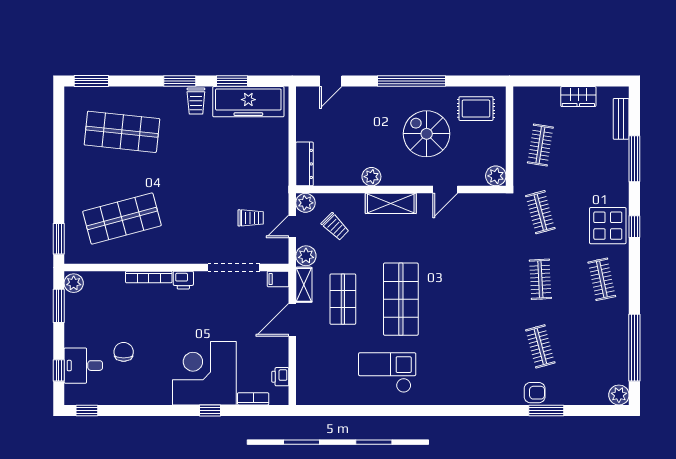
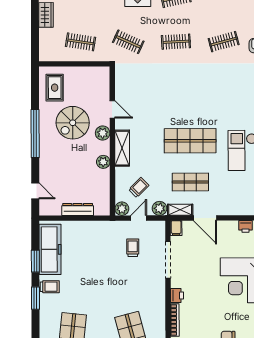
dresser: (305, 164) -> (78, 209), moved
plant: (496, 176) -> (103, 133), moved
clothes rail: (540, 212) -> (128, 42), turned 39
door: (292, 226) -> (139, 218), swing flipped

